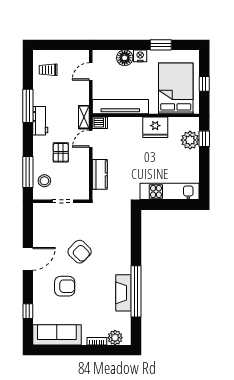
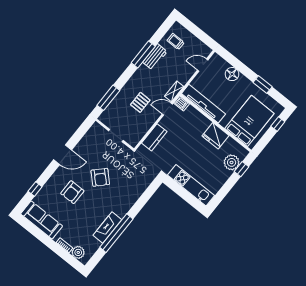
nightstand: (140, 56) -> (243, 81), removed
window: (204, 84) -> (278, 124), moved
workbench: (40, 121) -> (155, 57), moved
stool: (44, 181) -> (115, 112), removed
armchair: (65, 286) -> (72, 192), turned 90

